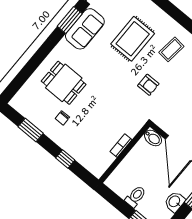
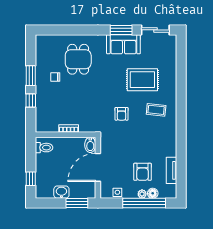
window: (31, 130) -> (31, 76), moved
toilet: (135, 197) -> (44, 148), moved

